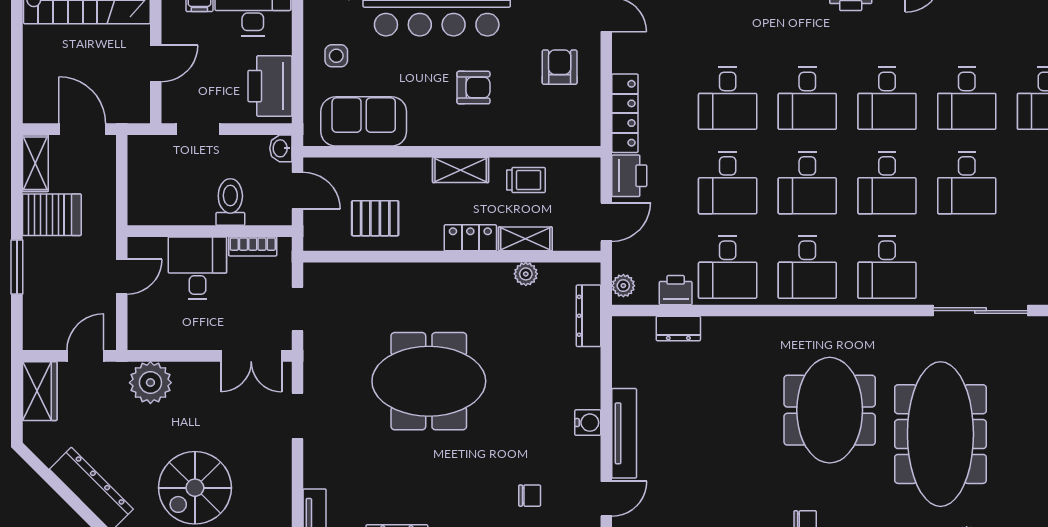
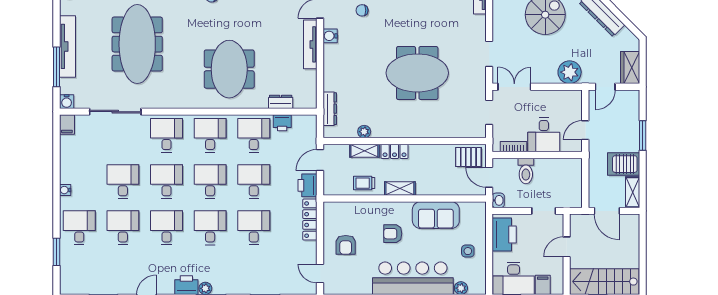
sofa: (364, 121) -> (436, 215), moved
pallet: (375, 218) -> (468, 157), moved
plant: (623, 286) -> (311, 125), removed
meeting table: (830, 410) -> (229, 69), moved
water cooler: (588, 423) -> (330, 36), moved

